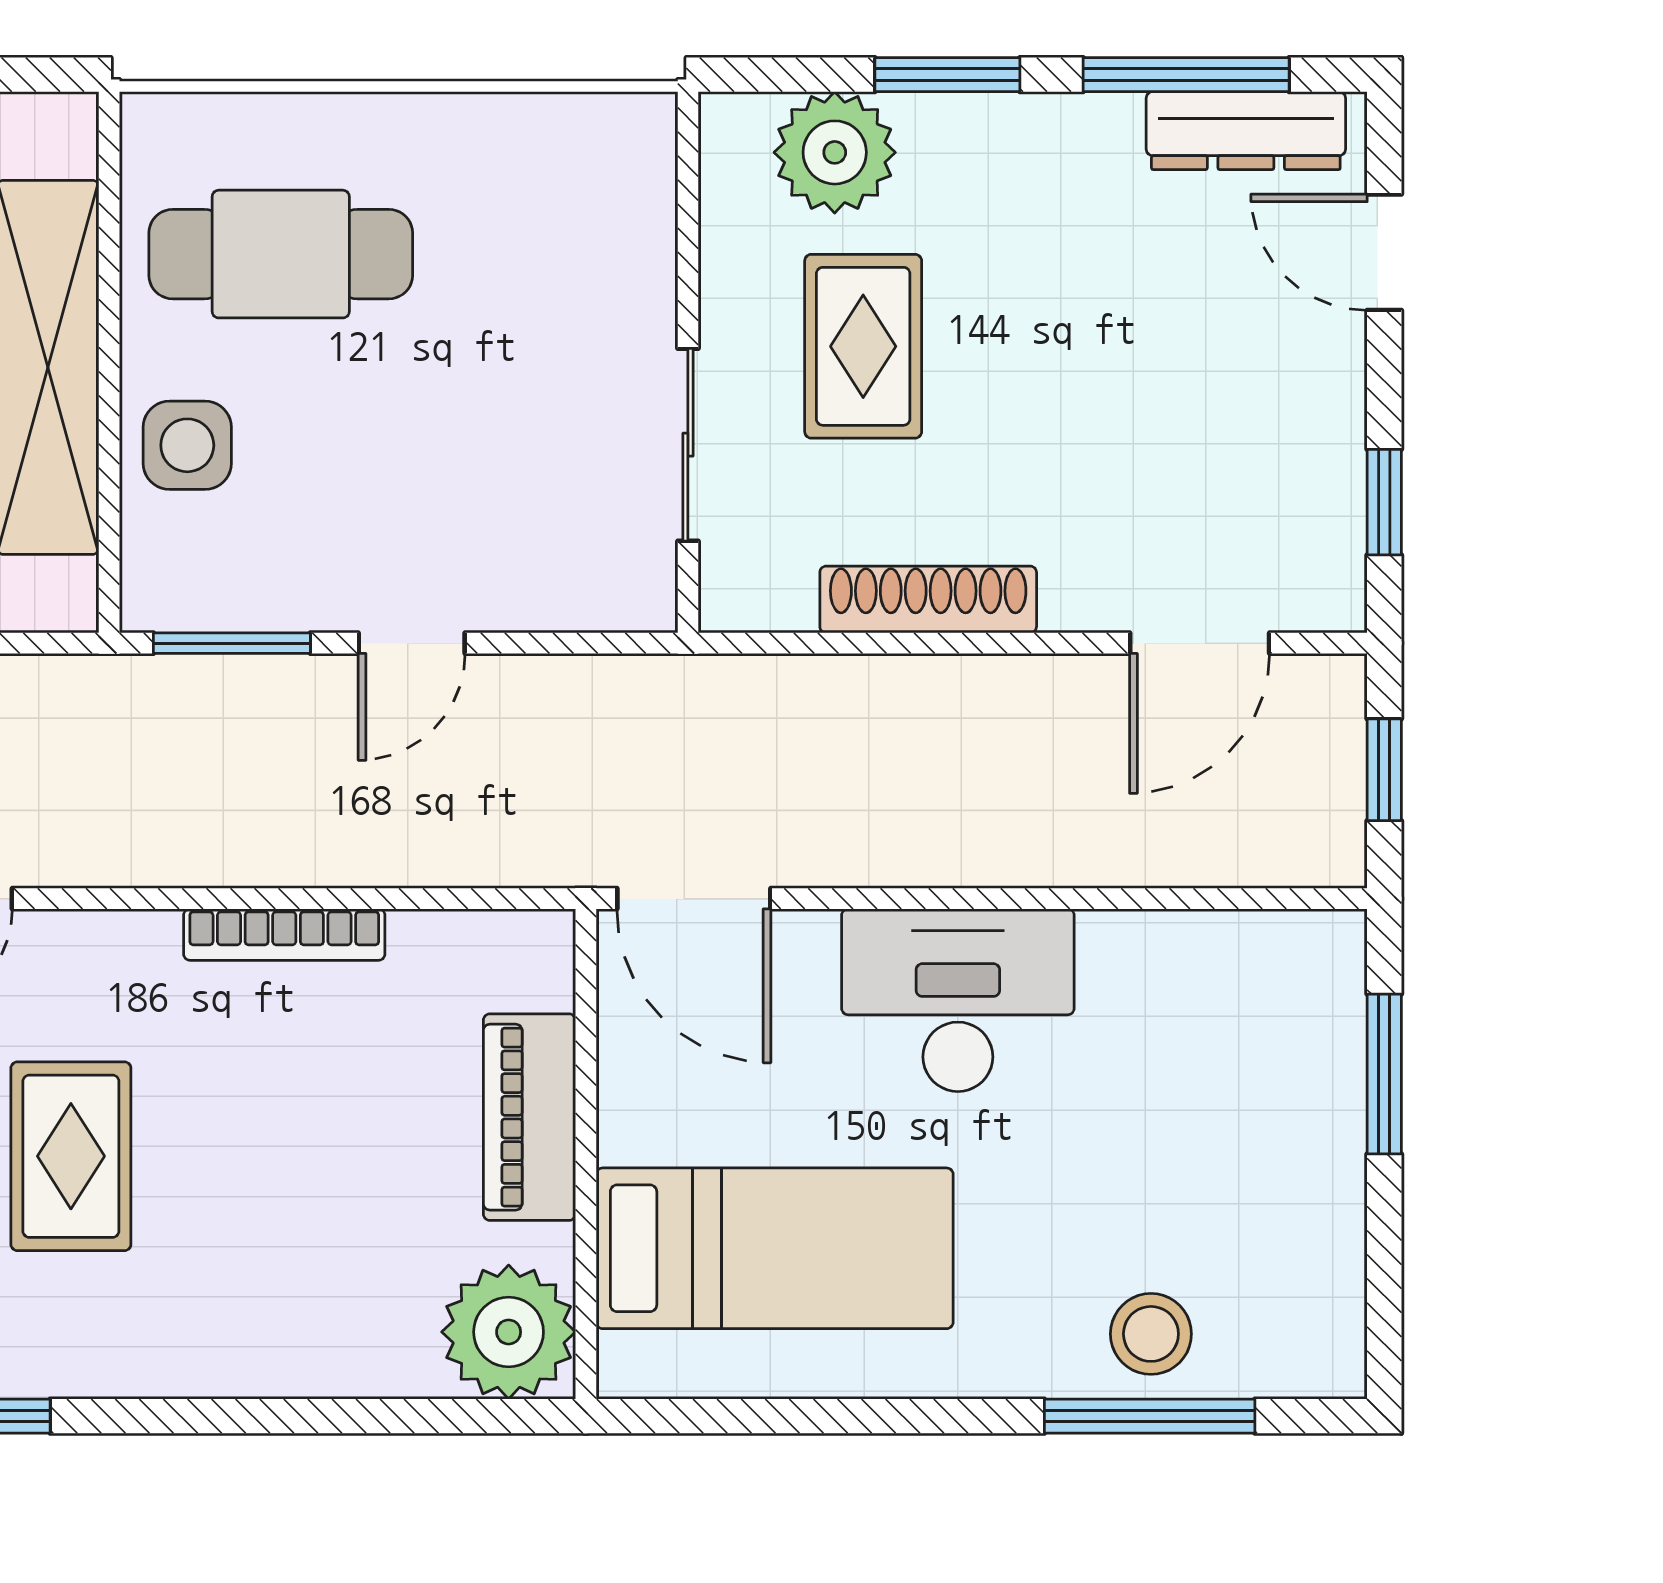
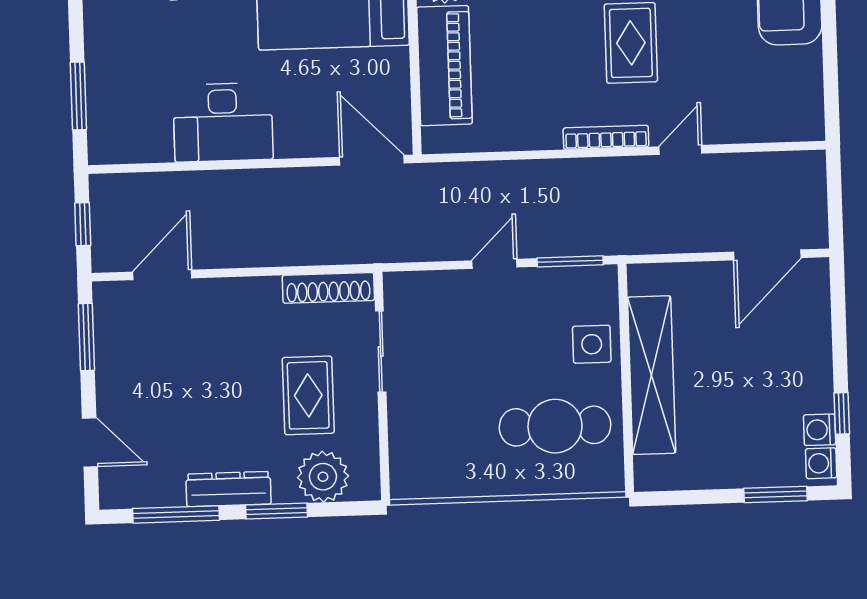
dresser: (1246, 131) -> (229, 489), moved
window: (1384, 502) -> (86, 337), width x1.50
shoe rack: (928, 600) -> (328, 288), moved
bookcase: (284, 935) -> (606, 137), moved
desk: (958, 1000) -> (223, 122), moved
piano: (529, 1117) -> (444, 66), width x1.37, depth x1.33

